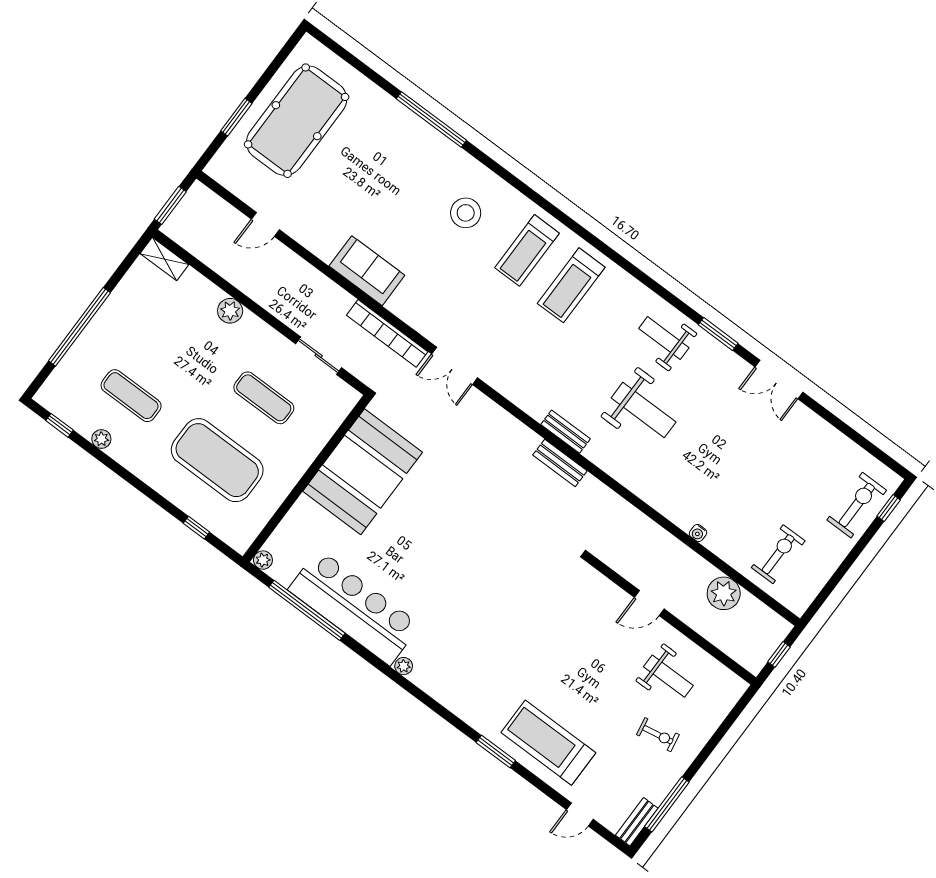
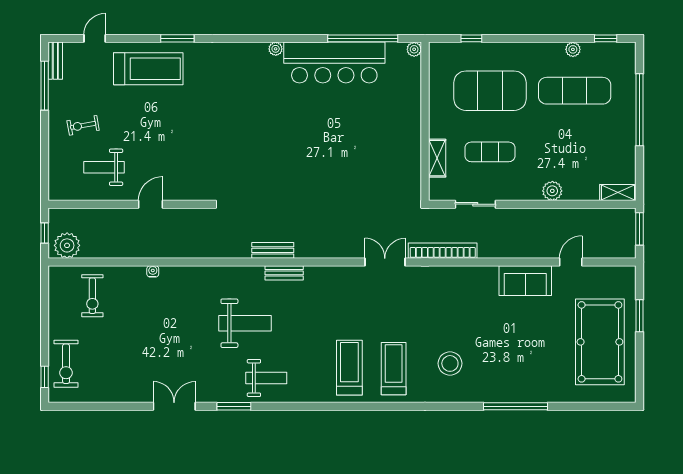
sofa: (367, 271) -> (525, 281), moved
exercise mat: (131, 396) -> (575, 91), width x1.36, depth x1.45
weight bench: (644, 410) -> (245, 323), turned 180
shelving: (322, 432) -> (437, 158), added
booth: (363, 472) -> (393, 152), removed
plant: (724, 593) -> (67, 245), moved

